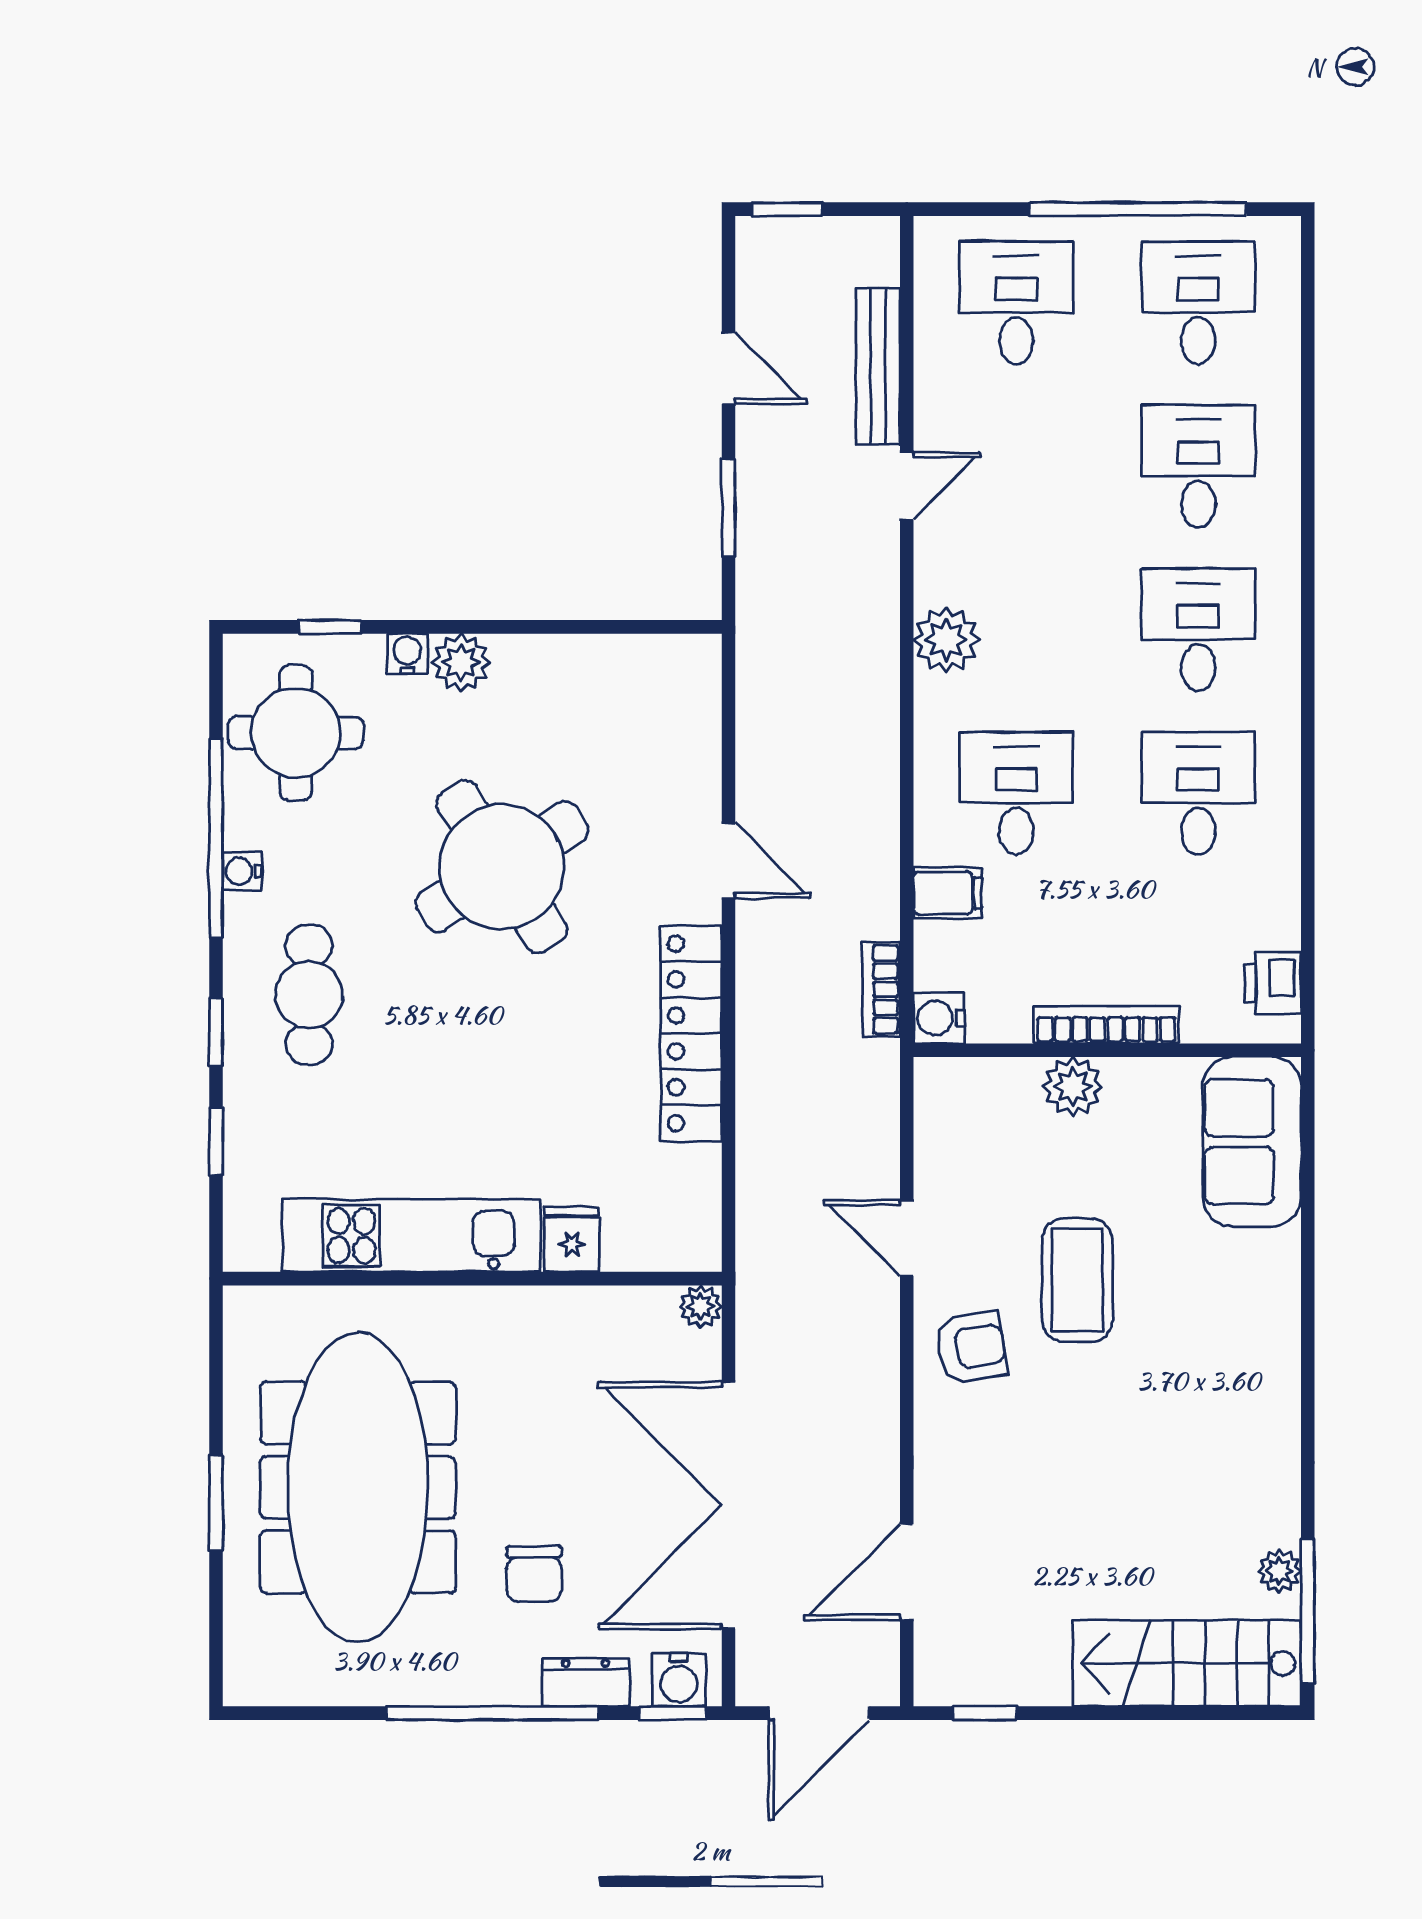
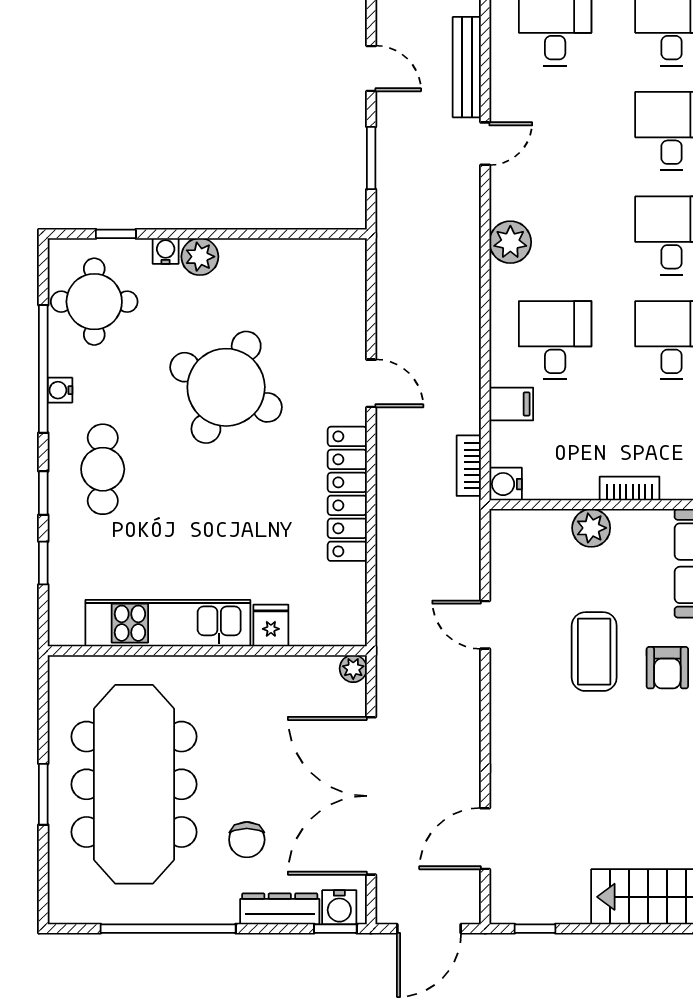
round table: (502, 867) -> (226, 387), turned -31
bookcase: (1106, 1025) -> (630, 488), width x0.64
armchair: (971, 1347) -> (667, 668), moved, turned 99
dresser: (586, 1682) -> (280, 909), width x1.44
window: (492, 1713) -> (168, 929), moved

